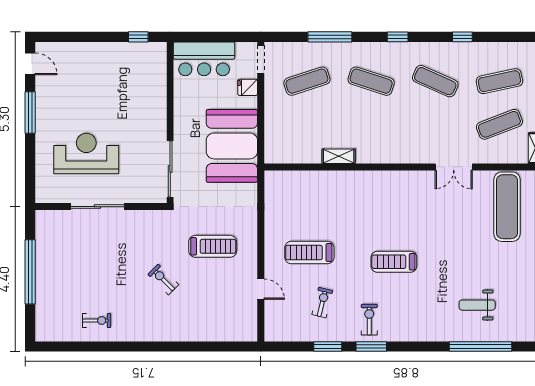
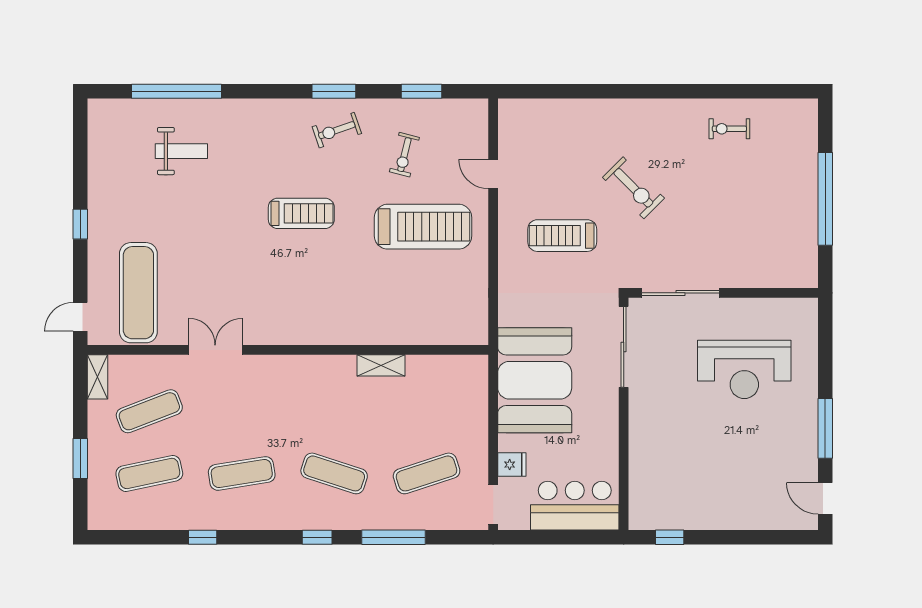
window: (398, 37) -> (317, 537), moved
exercise mat: (435, 81) -> (242, 473), turned -33
sliding door: (97, 207) -> (681, 293), moved
treadmill: (309, 253) -> (423, 227), width x1.37, depth x1.38
exercise bike: (163, 280) -> (633, 188), width x1.38, depth x1.39
exercise bike: (369, 320) -> (337, 130), turned 71
window: (328, 347) -> (422, 91), moved

